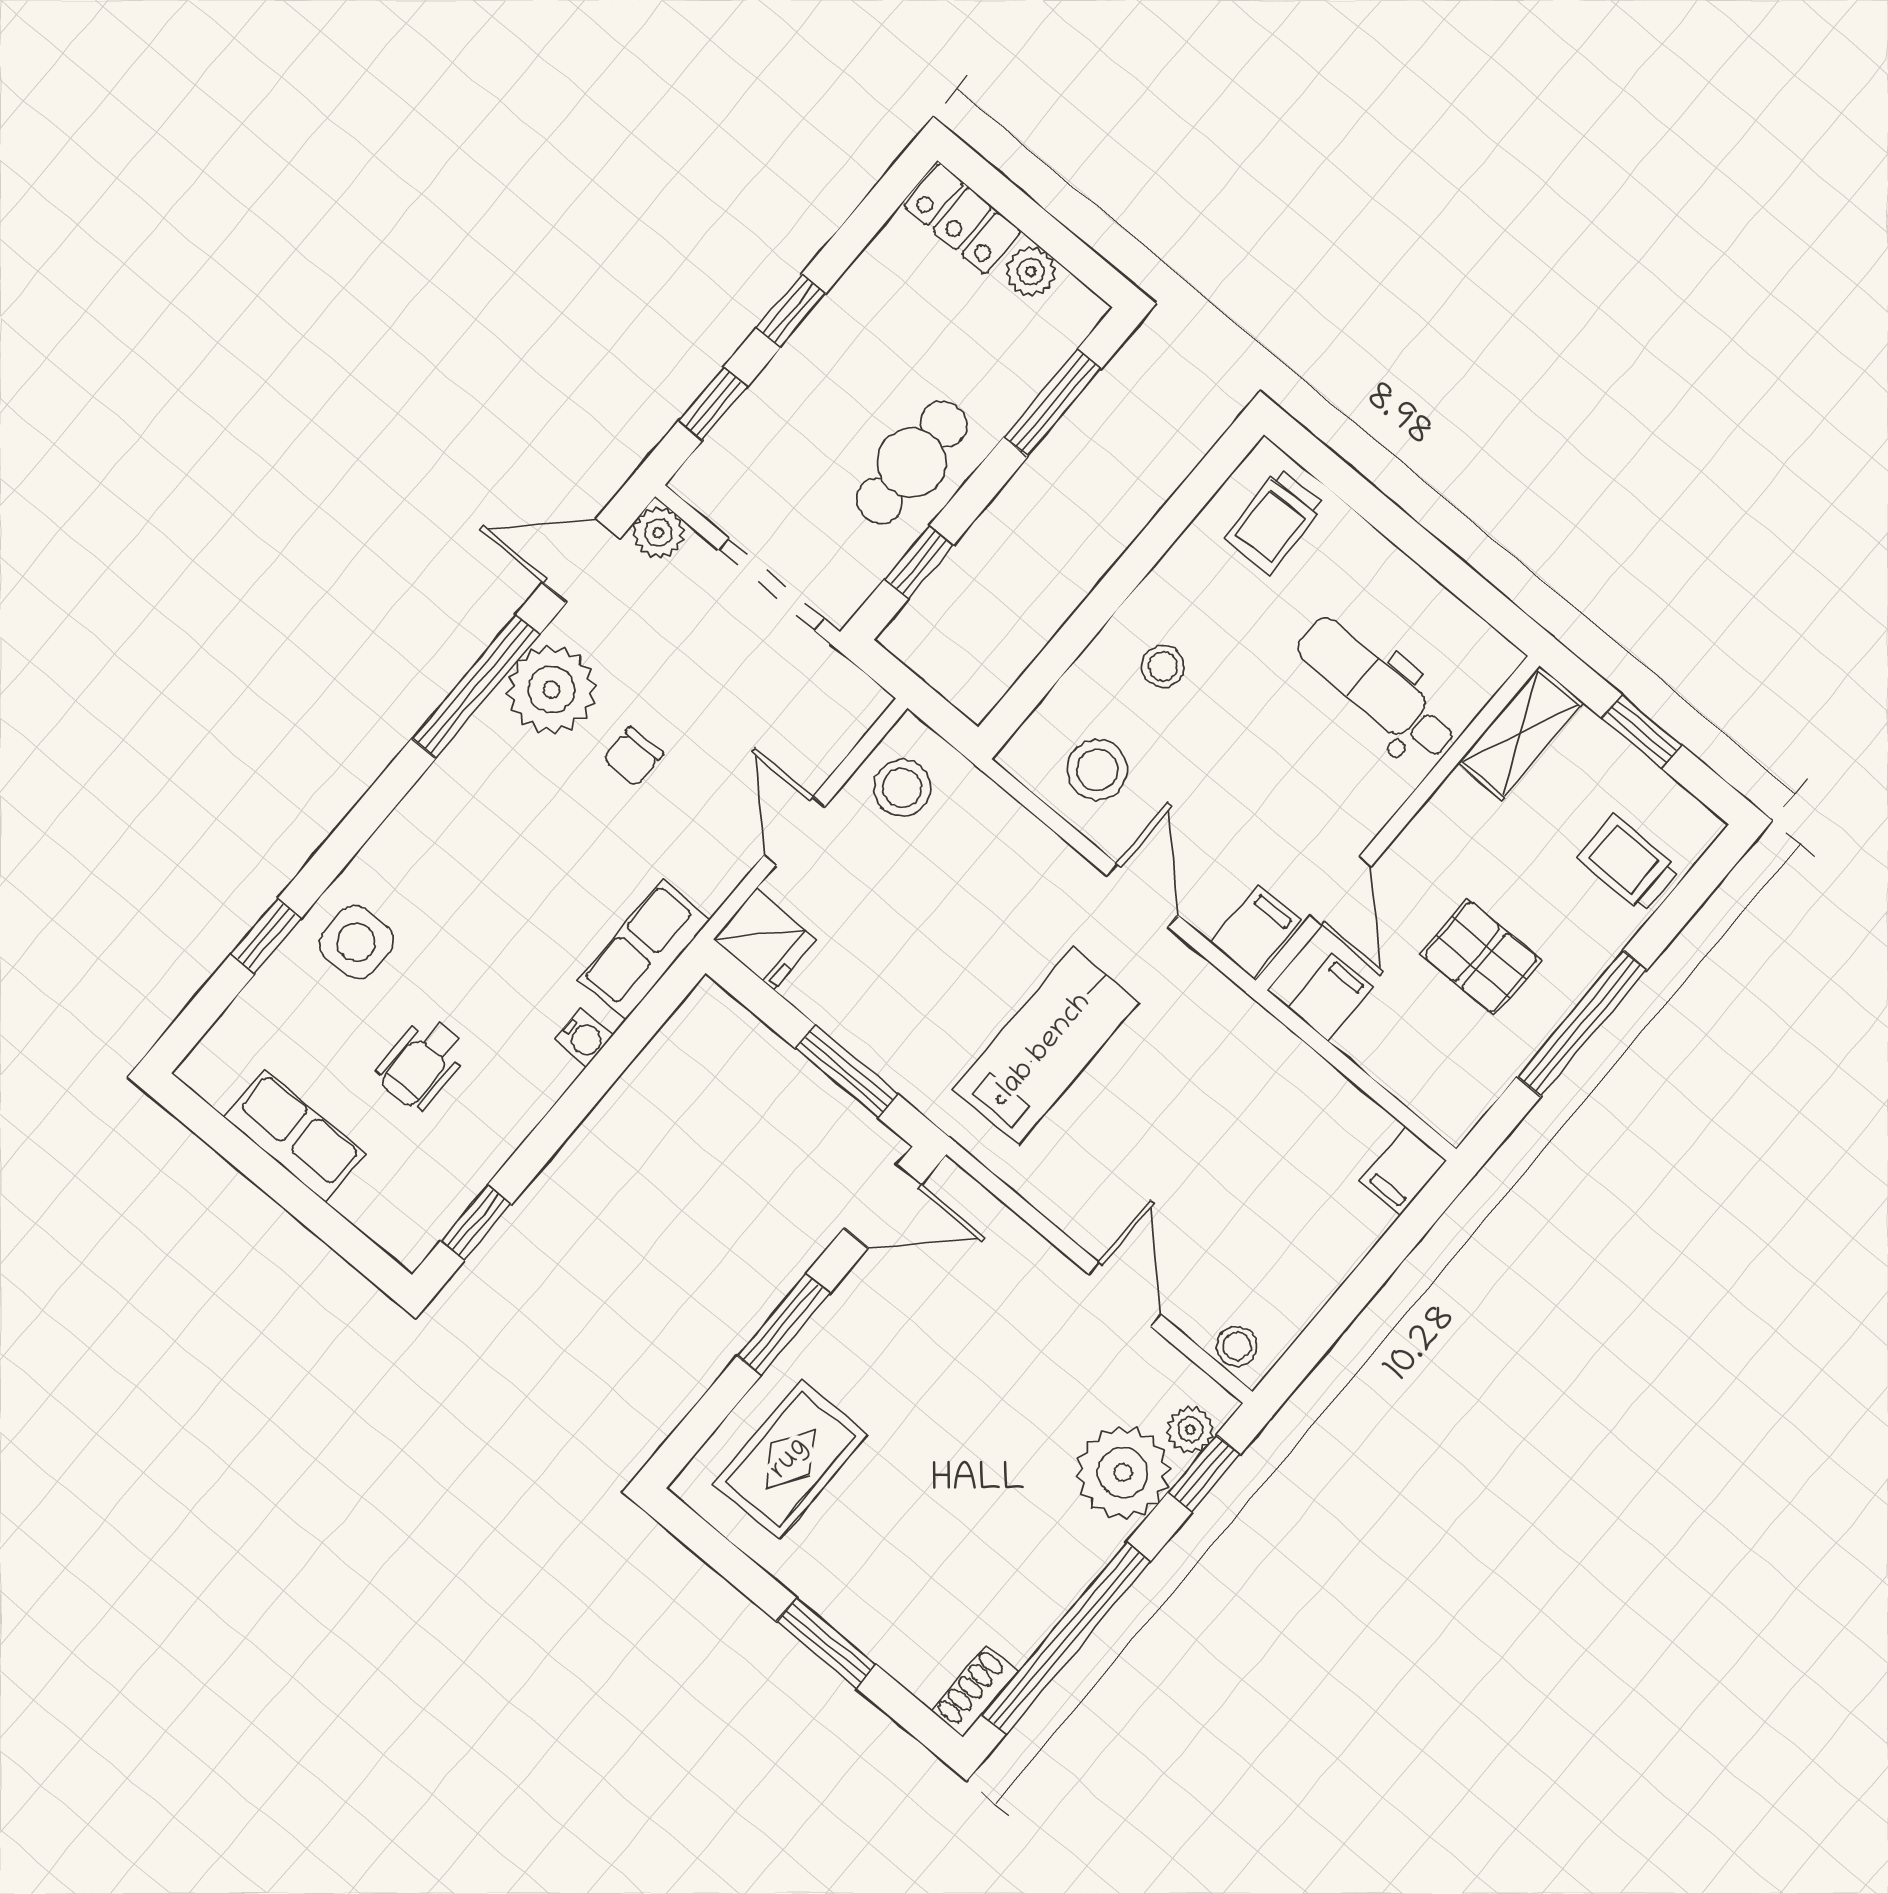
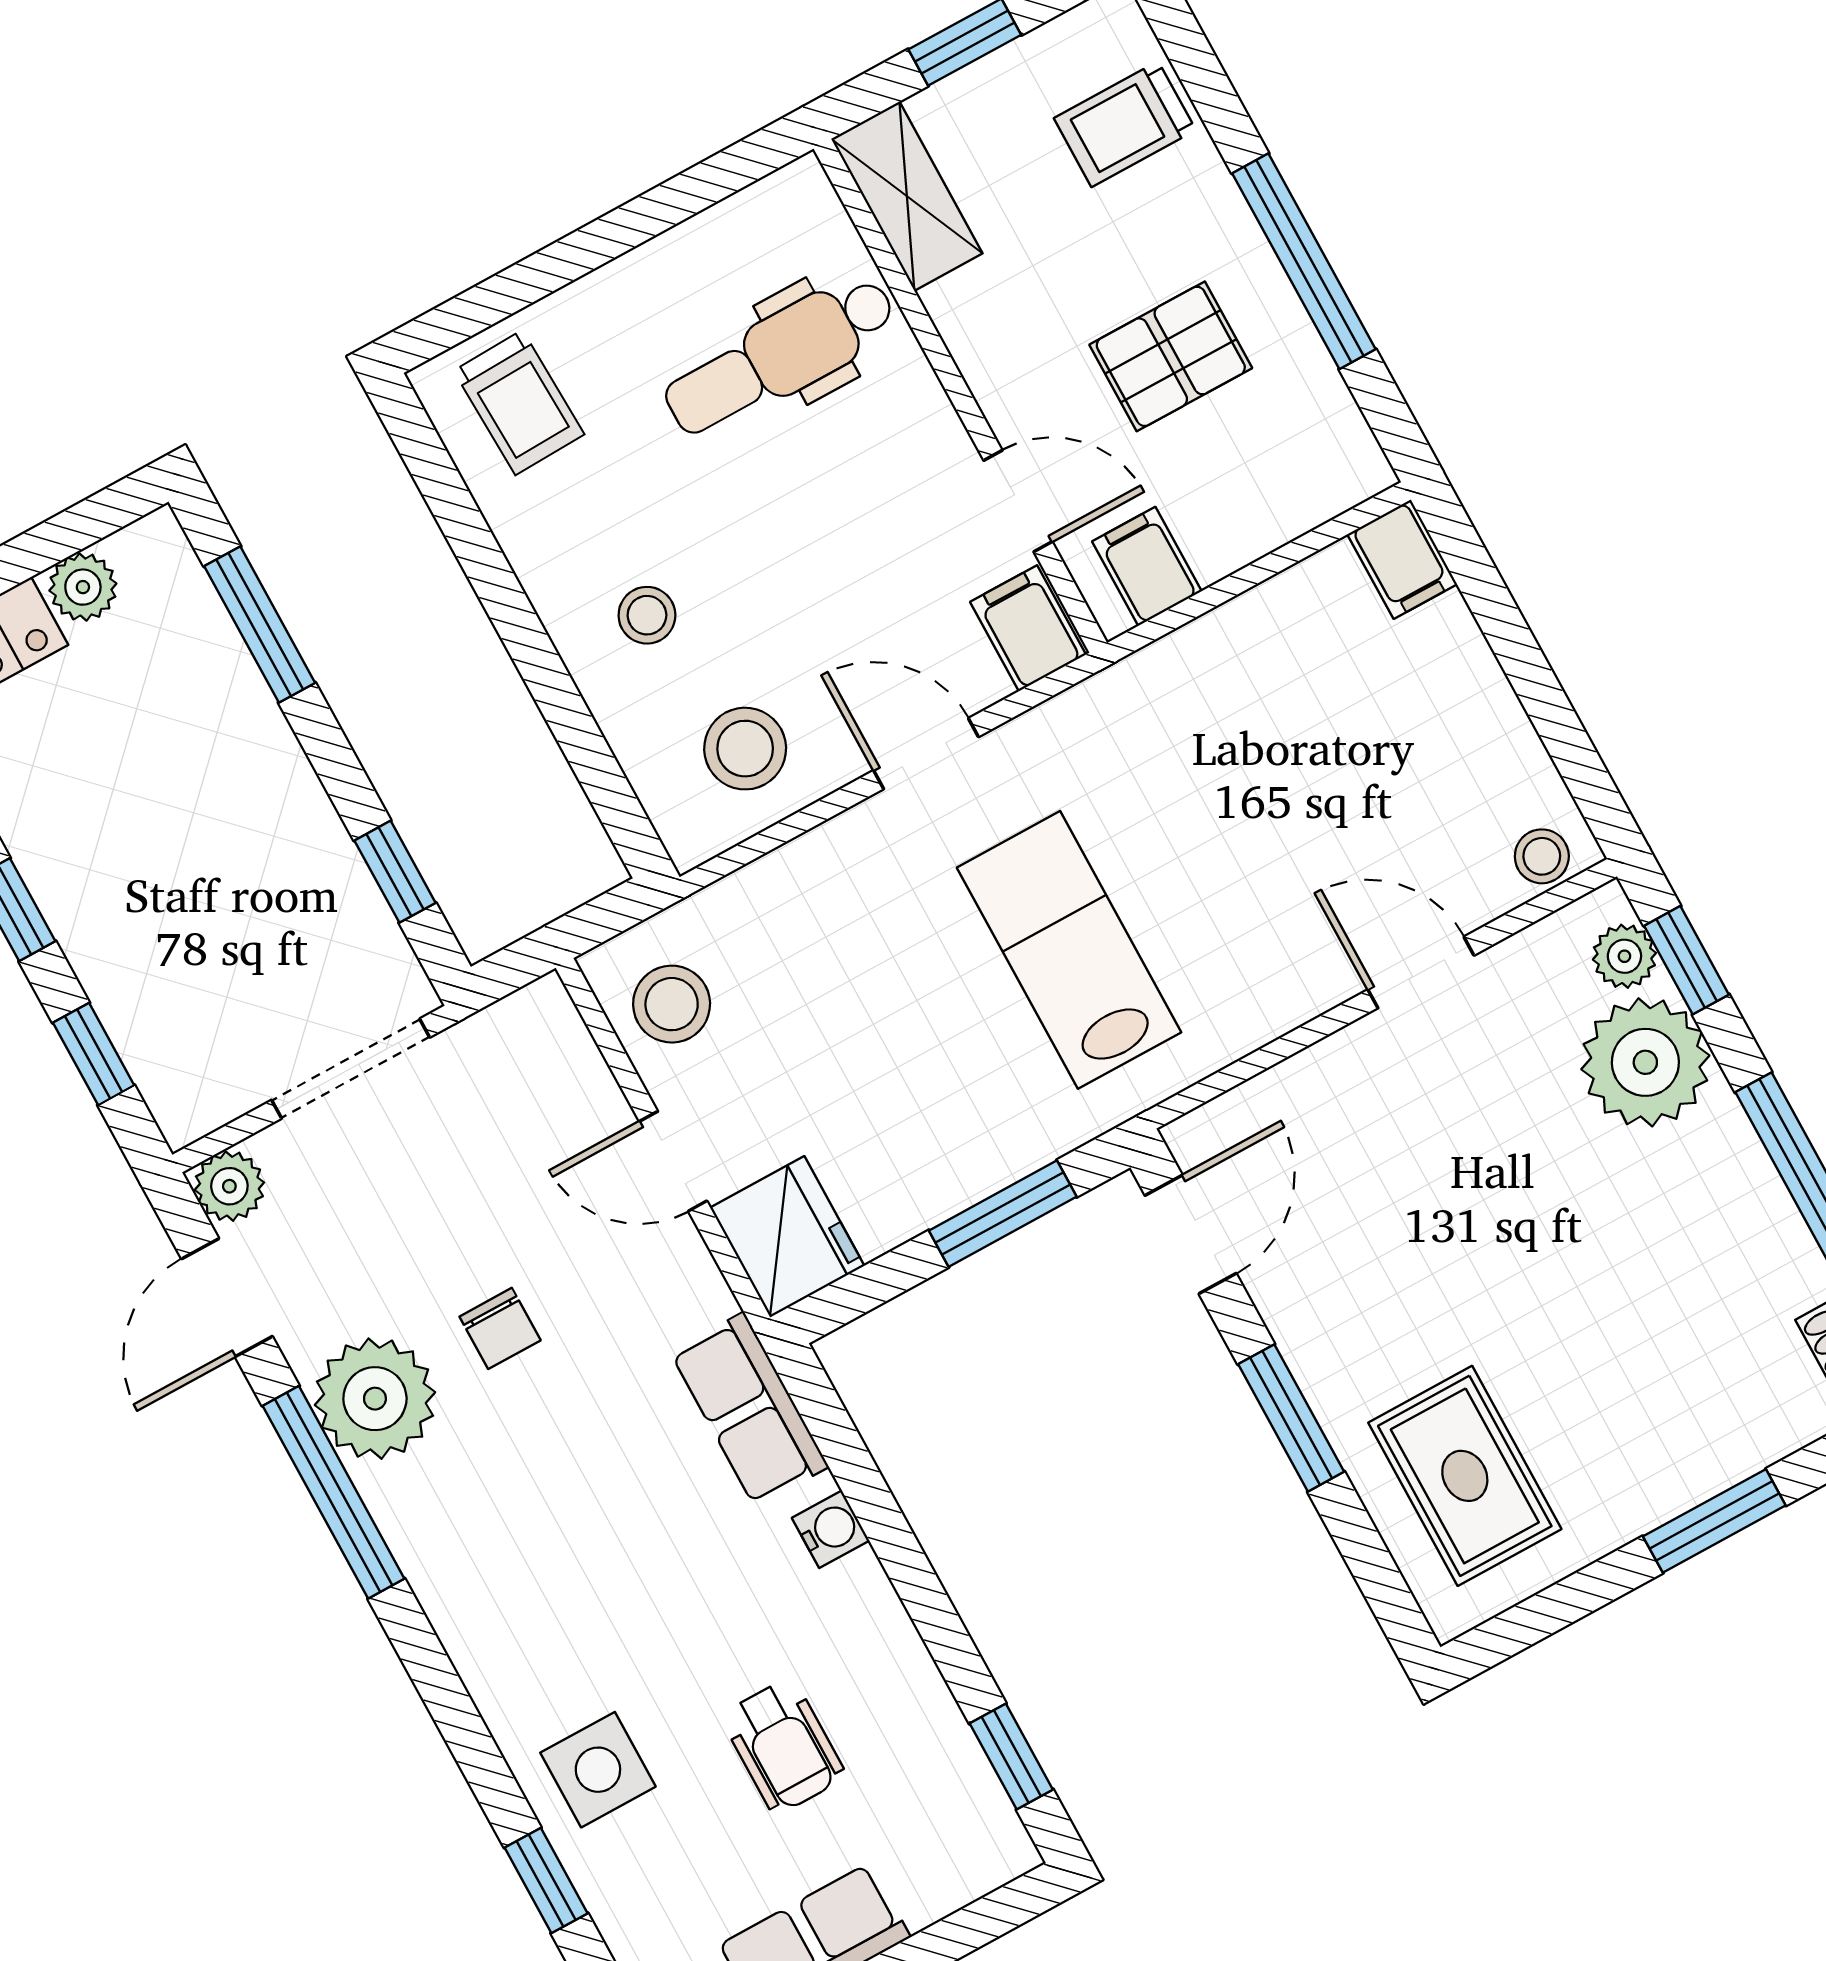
cafe table: (912, 463) -> (266, 832), removed
fridge: (765, 939) -> (787, 1237), width x1.38

